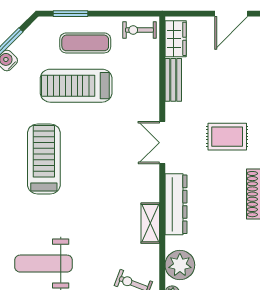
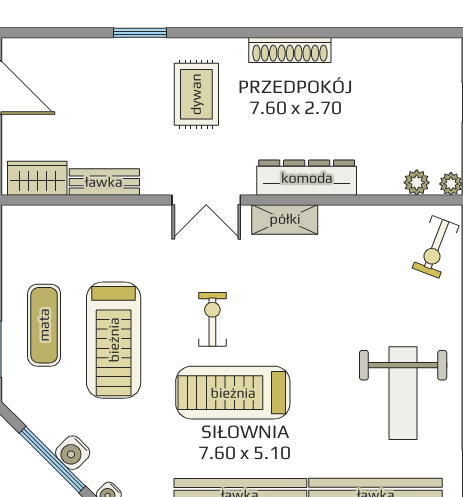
exercise bike: (139, 30) -> (212, 319), moved, turned 180
shelving: (150, 223) -> (285, 219), moved
plant: (180, 265) -> (417, 183), width x0.53, depth x0.53

